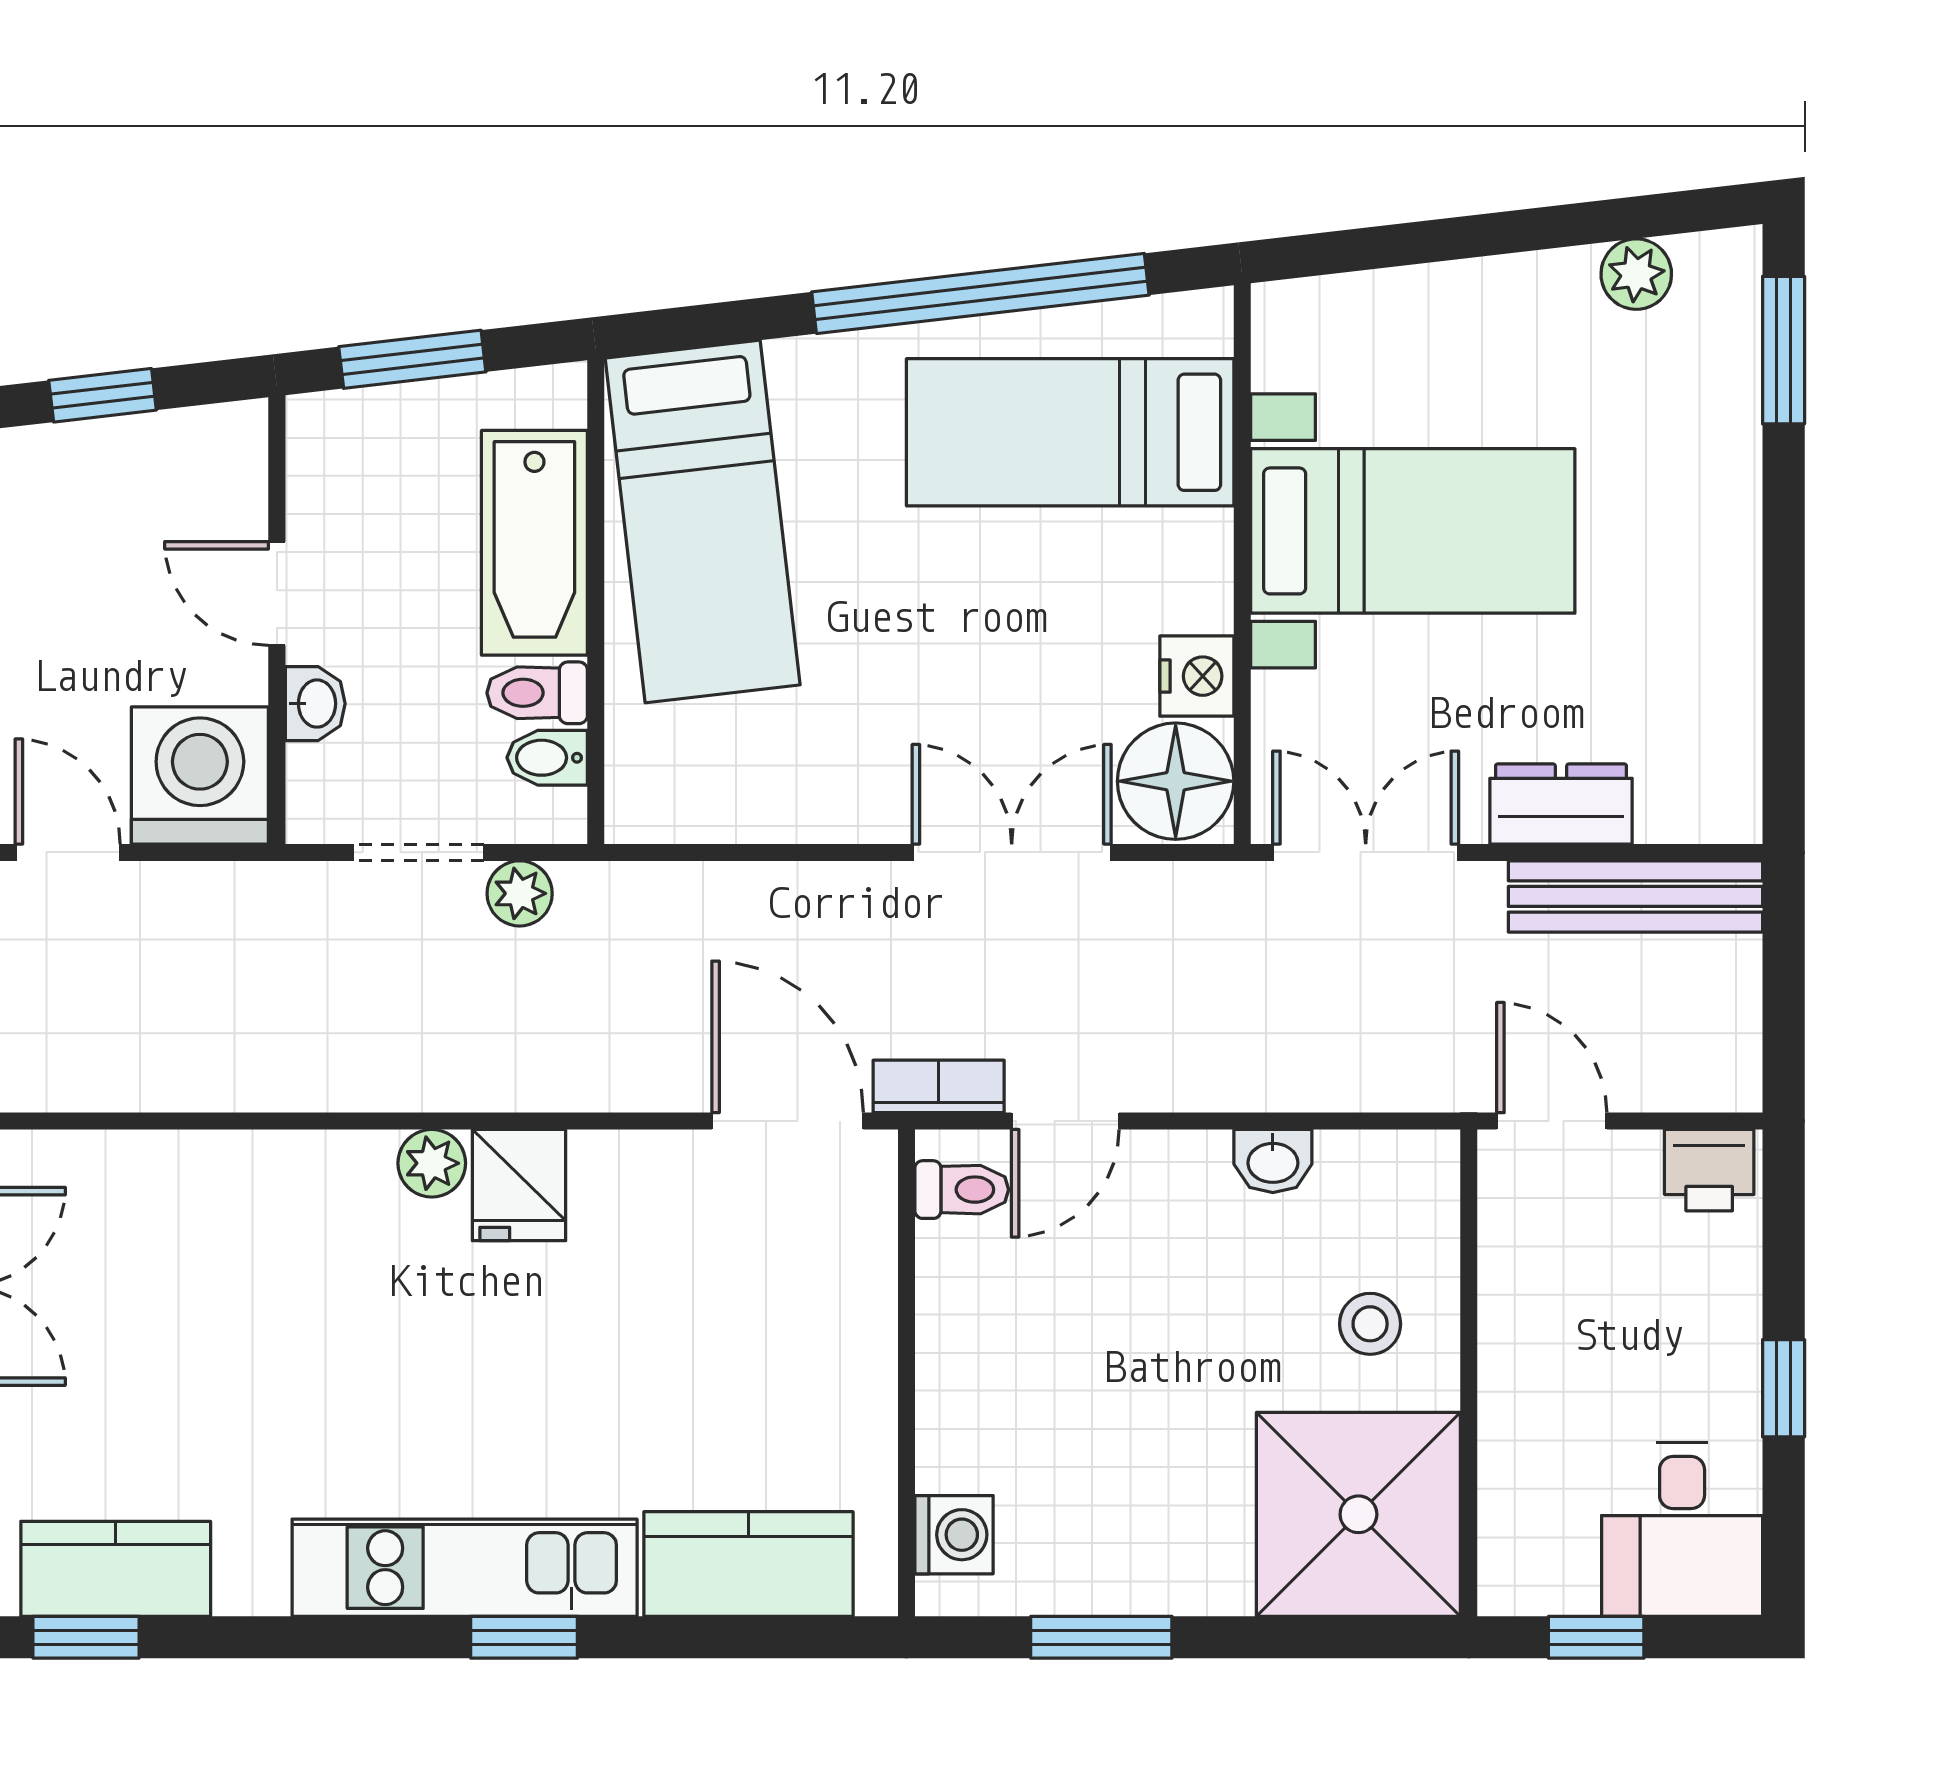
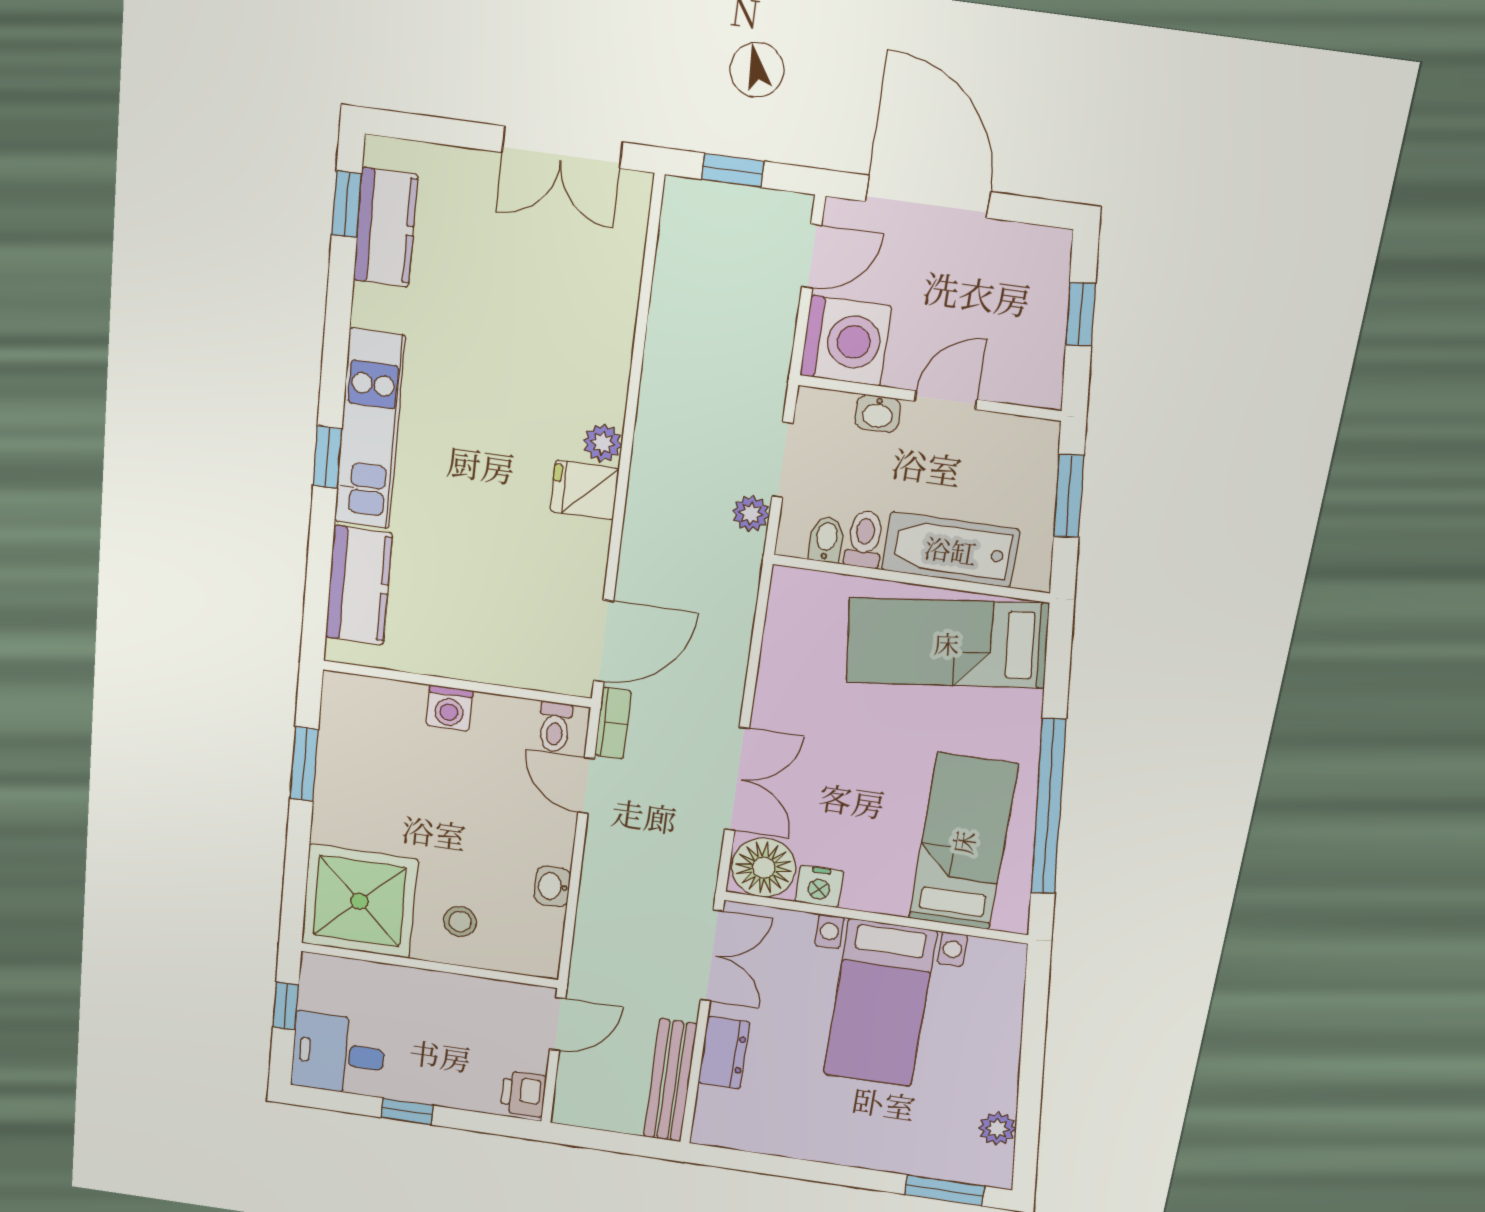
washing machine: (954, 1535) -> (449, 708), moved

